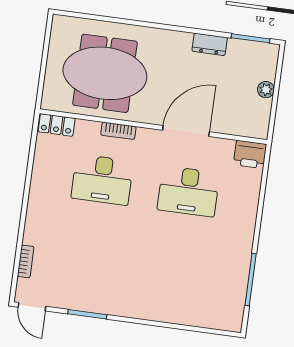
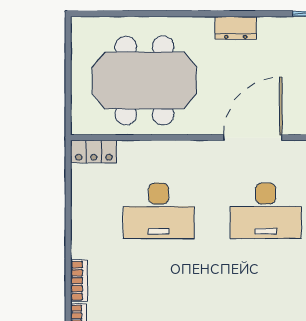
dresser: (210, 44) -> (236, 28), moved
bookcase: (118, 131) -> (79, 281), moved, turned -90

